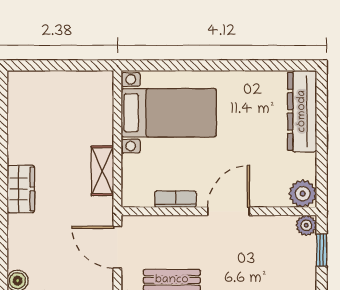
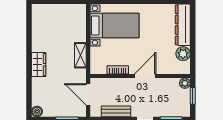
plant: (303, 194) -> (183, 54), moved

